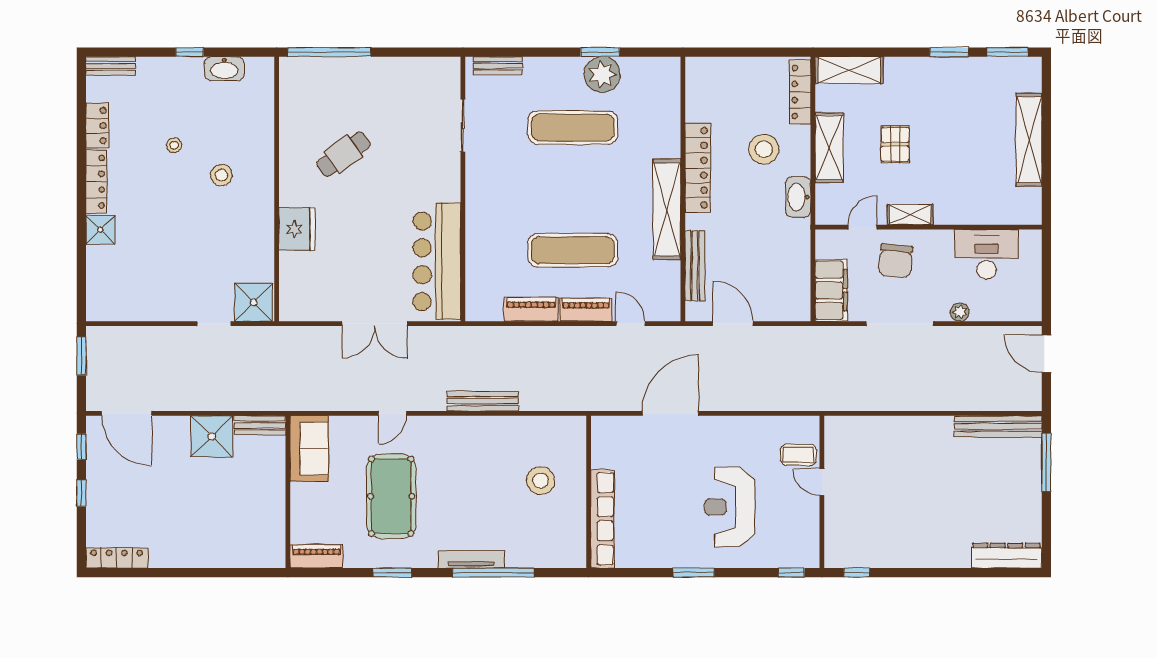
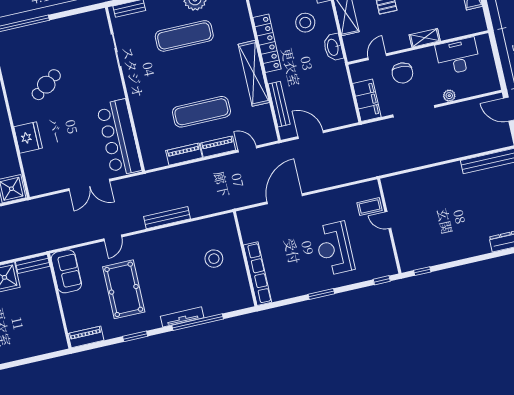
shelving: (910, 215) -> (425, 38), moved

